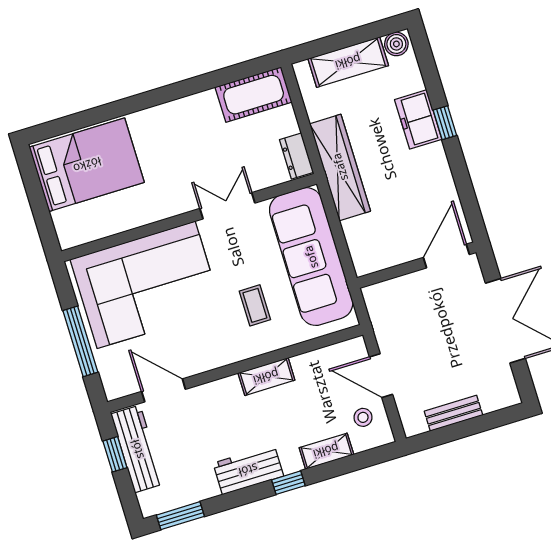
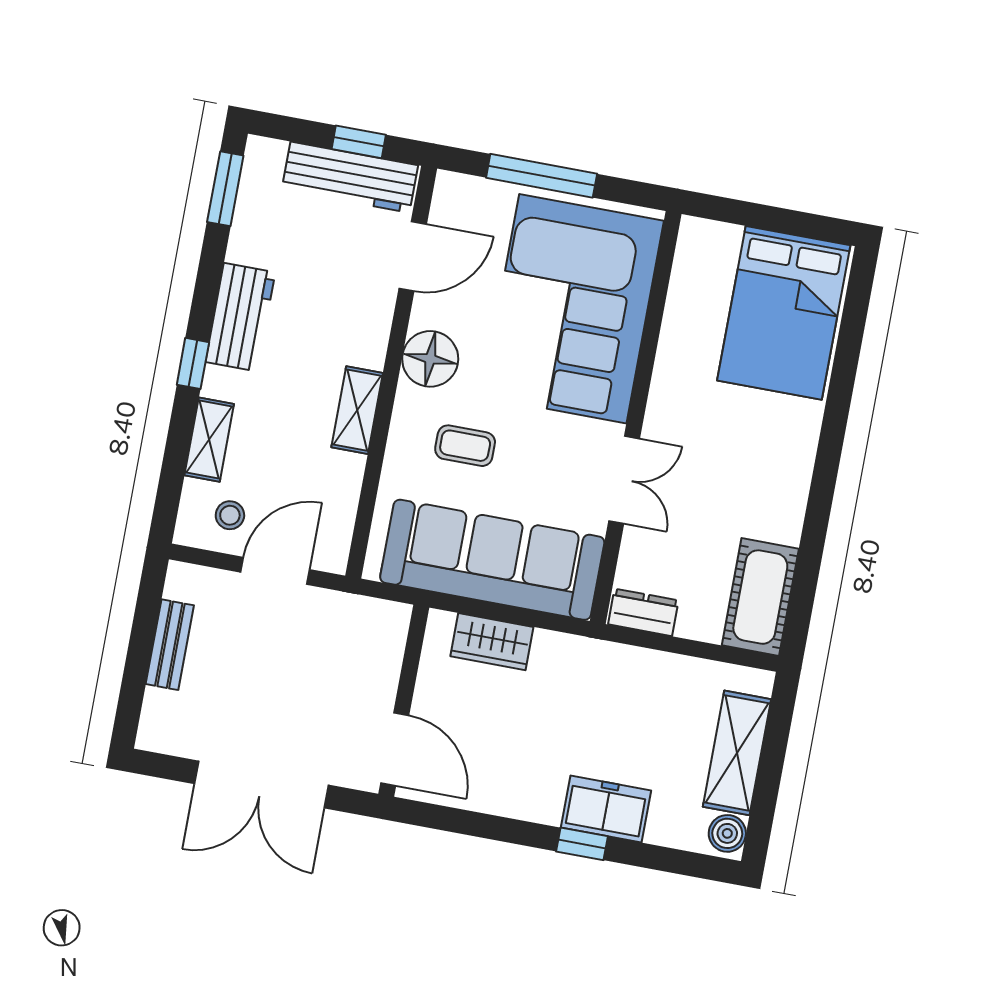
wardrobe: (340, 167) -> (492, 642), moved, width x0.48, depth x0.85
floor lamp: (216, 350) -> (430, 359), added

